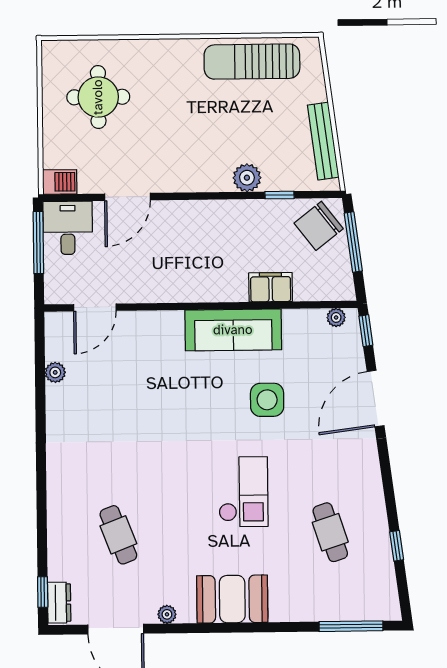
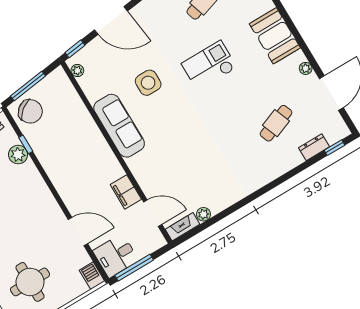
plant: (247, 178) -> (18, 155), moved
filing cabinet: (271, 287) -> (126, 192), moved
fireplace: (55, 336) -> (183, 227), added
dresser: (59, 603) -> (314, 147), moved

